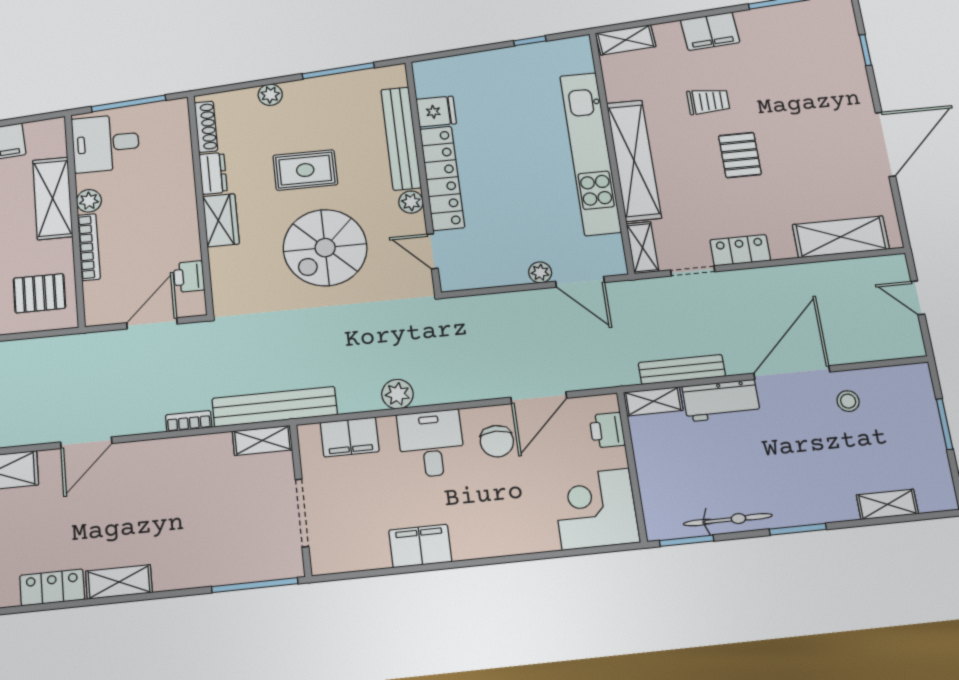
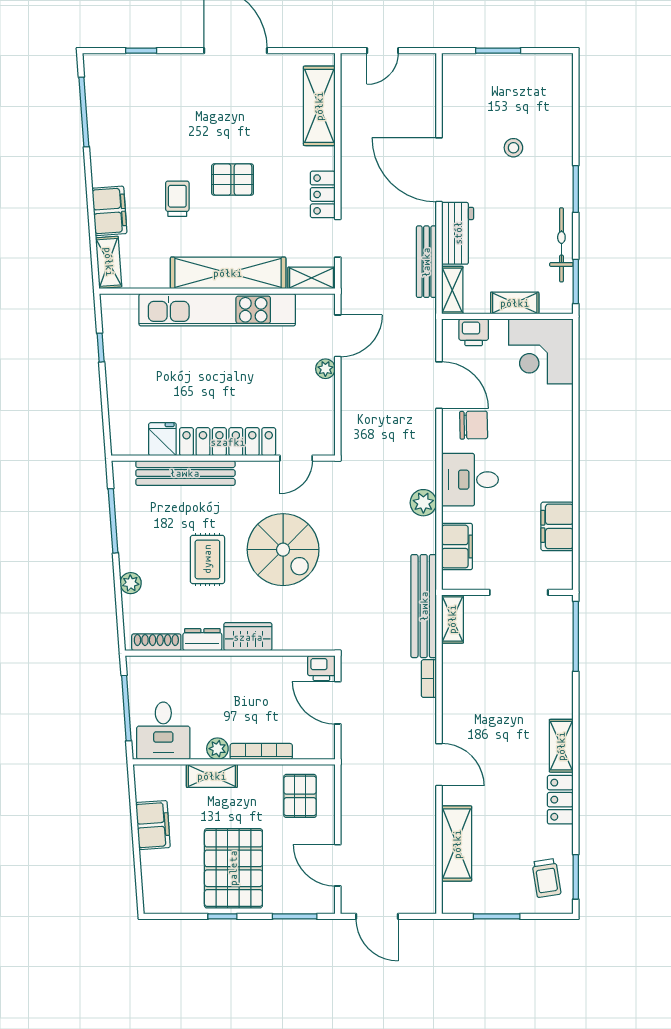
filing cabinet: (710, 31) -> (109, 211), moved
shelving: (53, 198) -> (212, 776), width x0.67, depth x0.75
plant: (411, 202) -> (248, 471), removed
printer: (189, 277) -> (321, 668), moved
stool: (848, 401) -> (513, 148), moved
shelving: (887, 504) -> (515, 303), moved, turned 90
filing cabinet: (420, 546) -> (557, 526), moved

